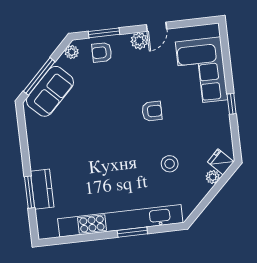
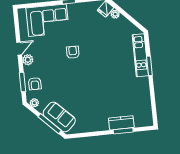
door: (157, 27) -> (19, 49), hinge flipped
stool: (170, 164) -> (106, 41), removed
kitchen unit: (120, 221) -> (140, 55), width x0.54

